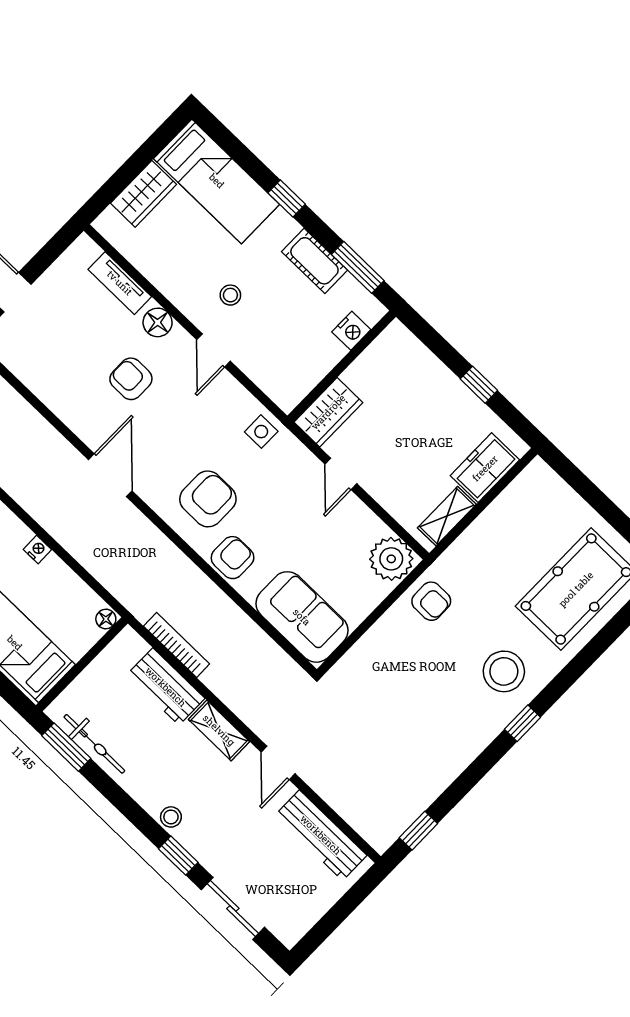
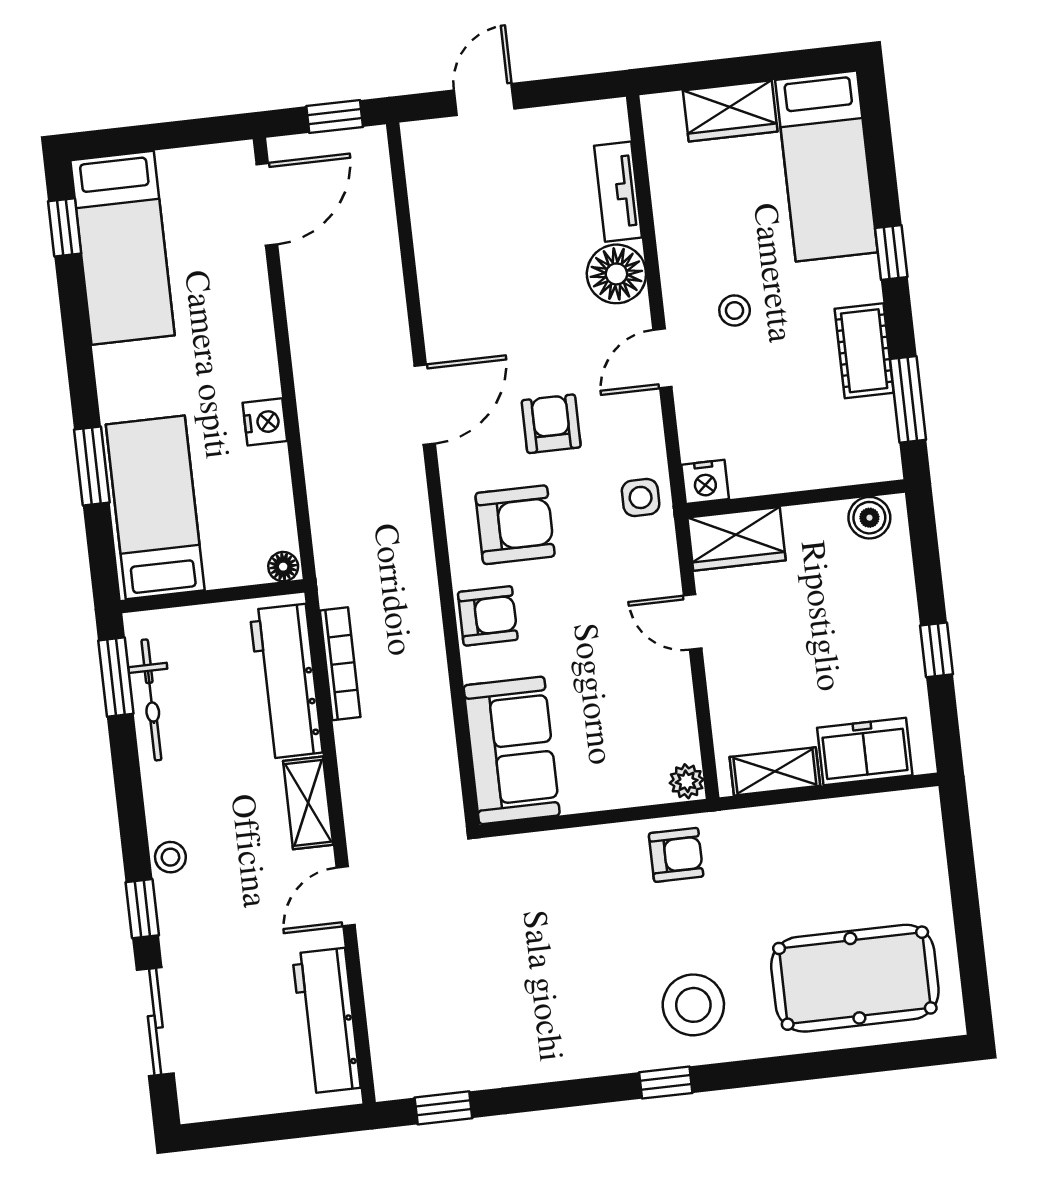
floor lamp: (158, 322) -> (616, 274), width x1.38, depth x1.38
nightstand: (351, 331) -> (705, 482), moved
boiler: (388, 345) -> (869, 518), added
armchair: (131, 379) -> (551, 424), moved
door: (341, 474) -> (693, 622), hinge flipped
nightstand: (37, 549) -> (265, 422), width x1.39, depth x1.35
plant: (391, 559) -> (687, 781), width x0.53, depth x0.53
armchair: (431, 601) -> (676, 855), turned -90
workbench: (166, 687) -> (286, 681), width x1.38

